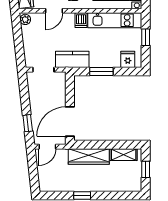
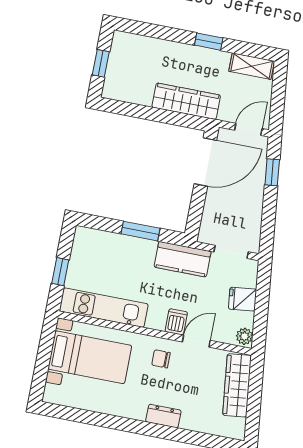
dishwasher: (81, 20) -> (176, 322), moved
fridge: (128, 59) -> (243, 299), moved, turned 84
shelving: (124, 155) -> (252, 66), moved

